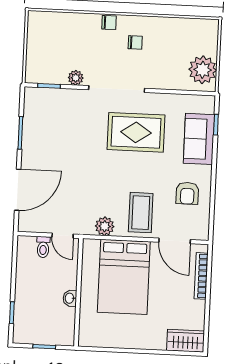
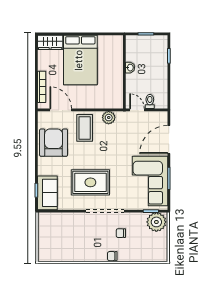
chair: (135, 42) -> (121, 233), moved
plant: (203, 70) -> (47, 227), removed
plant: (76, 78) -> (156, 222), moved, width x1.87, depth x1.87
corner sofa: (48, 130) -> (150, 181), added
sofa: (199, 139) -> (47, 193), moved
armchair: (187, 193) -> (54, 143), width x1.88, depth x1.88
bed: (124, 277) -> (80, 60), moved, turned 180

